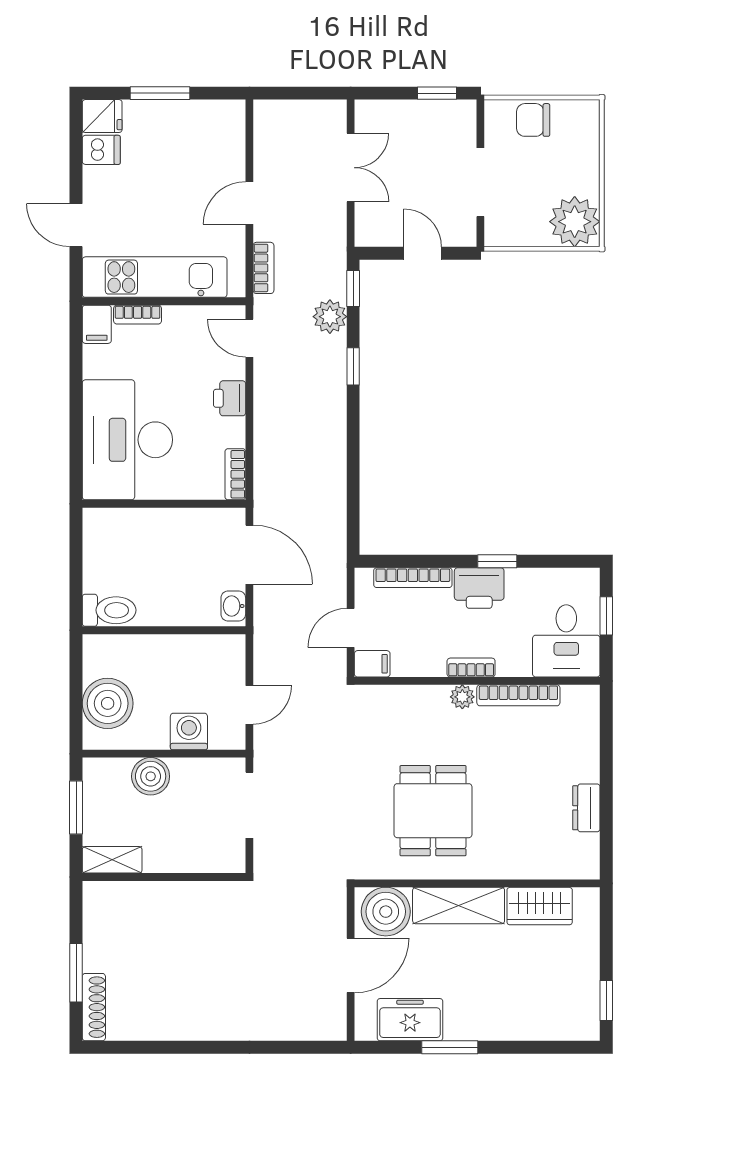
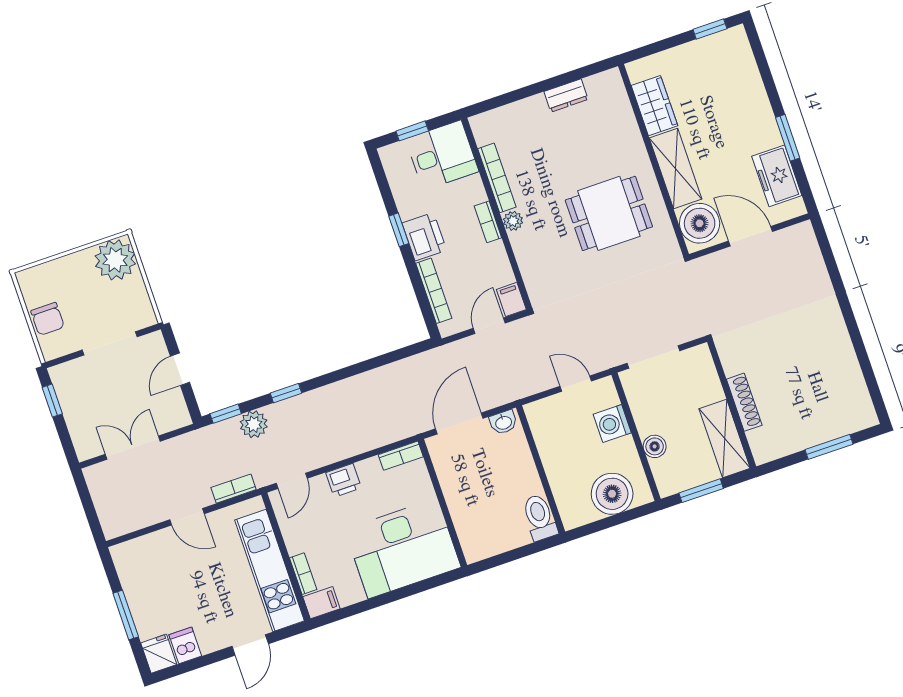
door: (351, 628) -> (489, 326), swing flipped
boiler: (151, 776) -> (655, 446), width x0.73, depth x0.73
shelving: (112, 860) -> (725, 439), width x1.50, depth x1.33
shoe rack: (94, 1007) -> (744, 402), moved, turned 90

